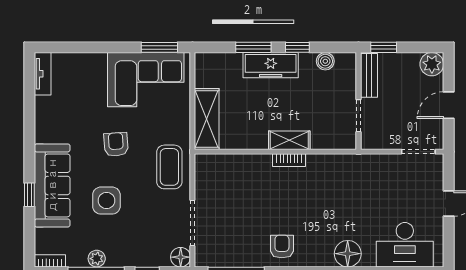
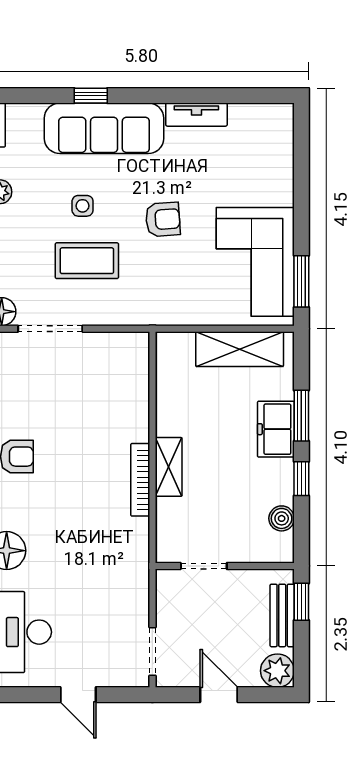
freezer: (271, 65) -> (276, 429), width x0.71
tv unit: (43, 74) -> (196, 115), moved
bench: (369, 75) -> (282, 615), moved, turned 90
shelving: (207, 119) -> (240, 349), moved
bookcase: (289, 160) -> (140, 480), width x1.56
coffee table: (169, 167) -> (87, 261), moved
side table: (106, 201) -> (83, 206), width x0.54, depth x0.54

